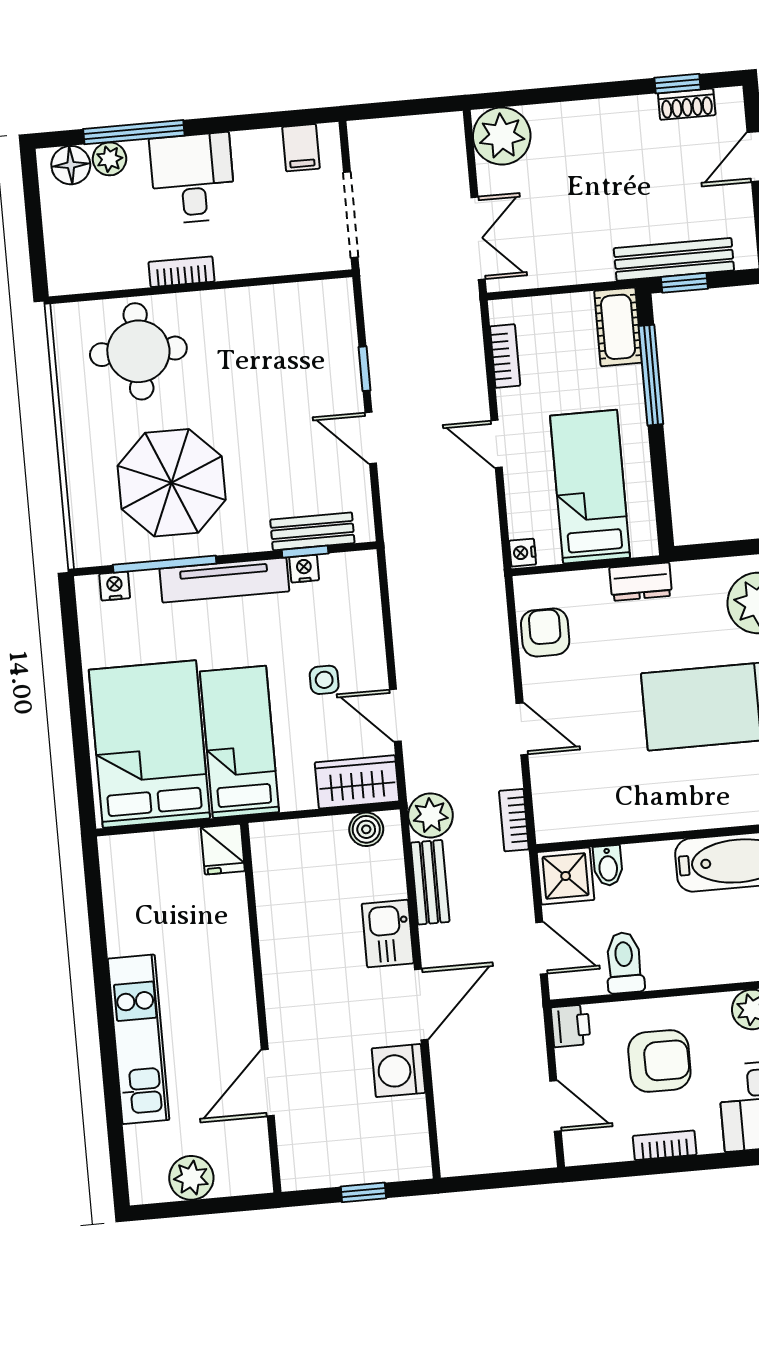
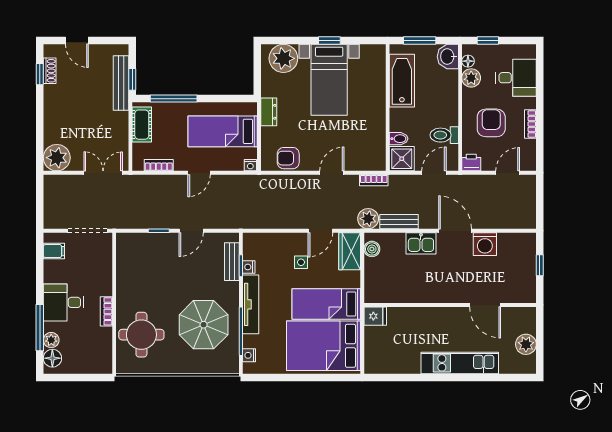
cot: (618, 327) -> (142, 125), moved, turned 90

